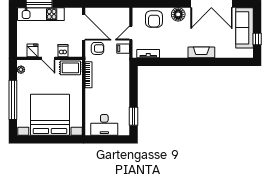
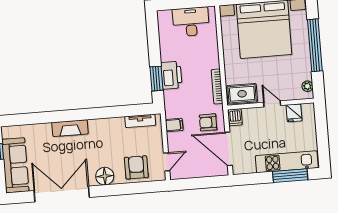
door: (131, 33) -> (167, 162), moved
dishwasher: (63, 51) -> (235, 117), moved
printer: (122, 86) -> (171, 75), added
window: (133, 116) -> (157, 79), moved

